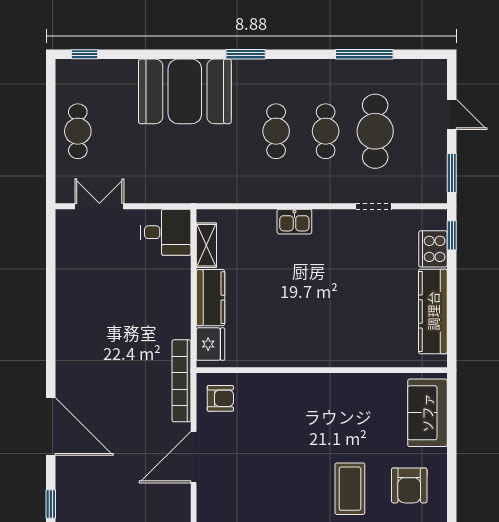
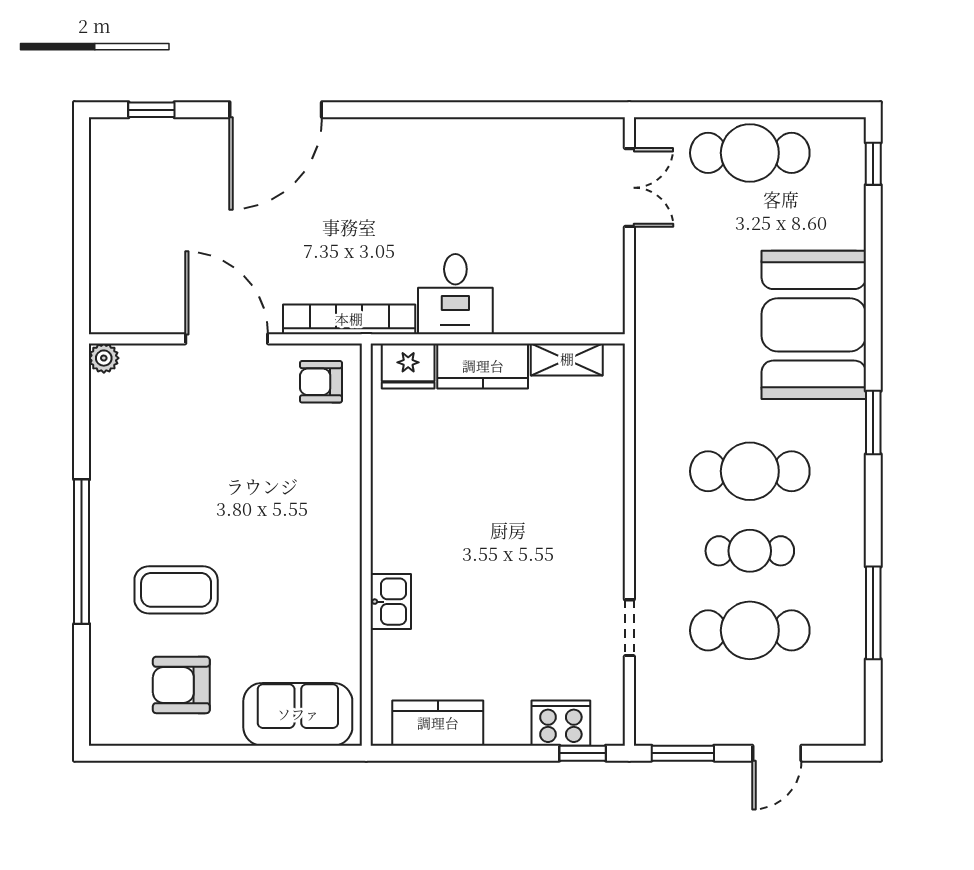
cafe table: (78, 131) -> (750, 153), width x1.37, depth x1.35
cafe table: (276, 131) -> (750, 471), width x1.37, depth x1.35
kitchen sink: (294, 222) -> (391, 602), moved, turned 180
desk: (166, 232) -> (455, 294), moved
kitchen counter: (433, 311) -> (438, 723), width x0.67
armchair: (220, 398) -> (321, 382), turned 90

